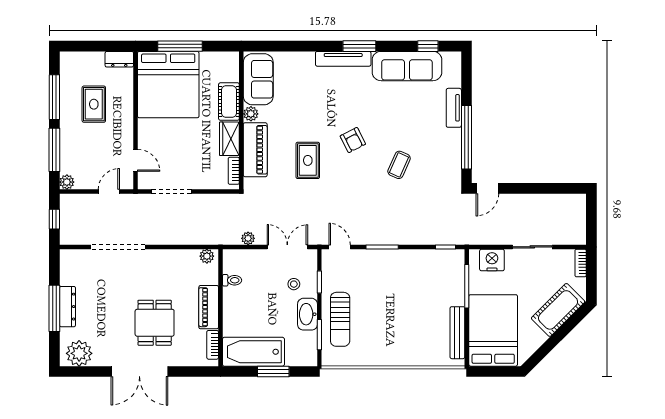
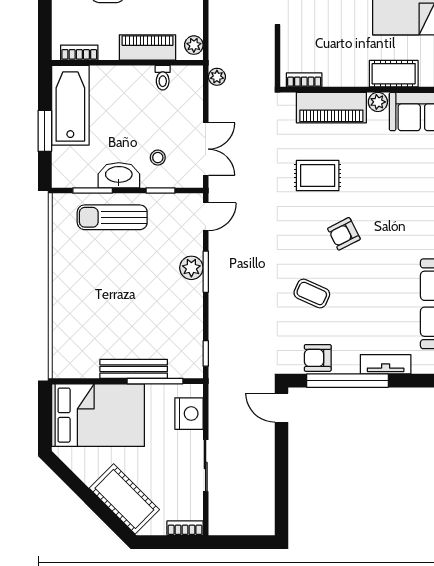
wardrobe: (229, 139) -> (346, 74), removed
armchair: (449, 160) -> (318, 358), added
plant: (248, 238) -> (217, 77), moved
plant: (379, 258) -> (191, 268), added
piano: (209, 307) -> (147, 47), moved
bench: (457, 333) -> (134, 369), moved

